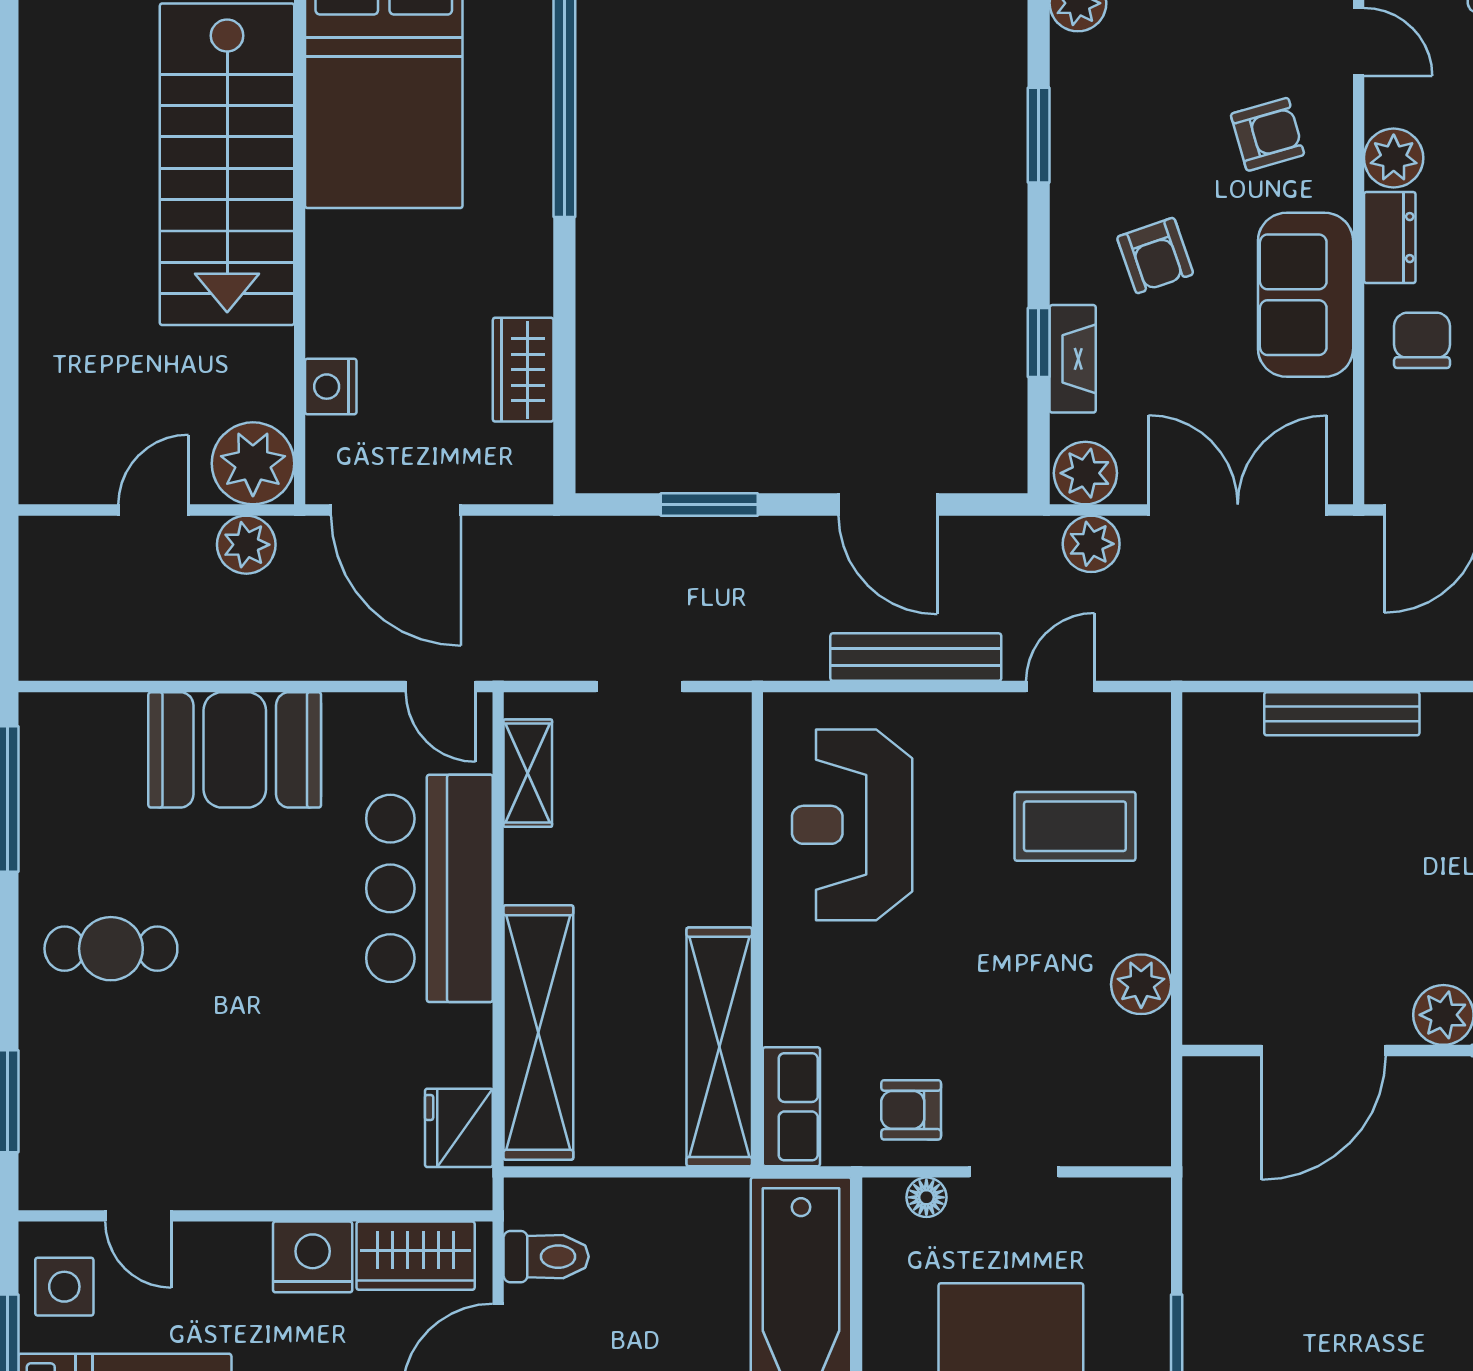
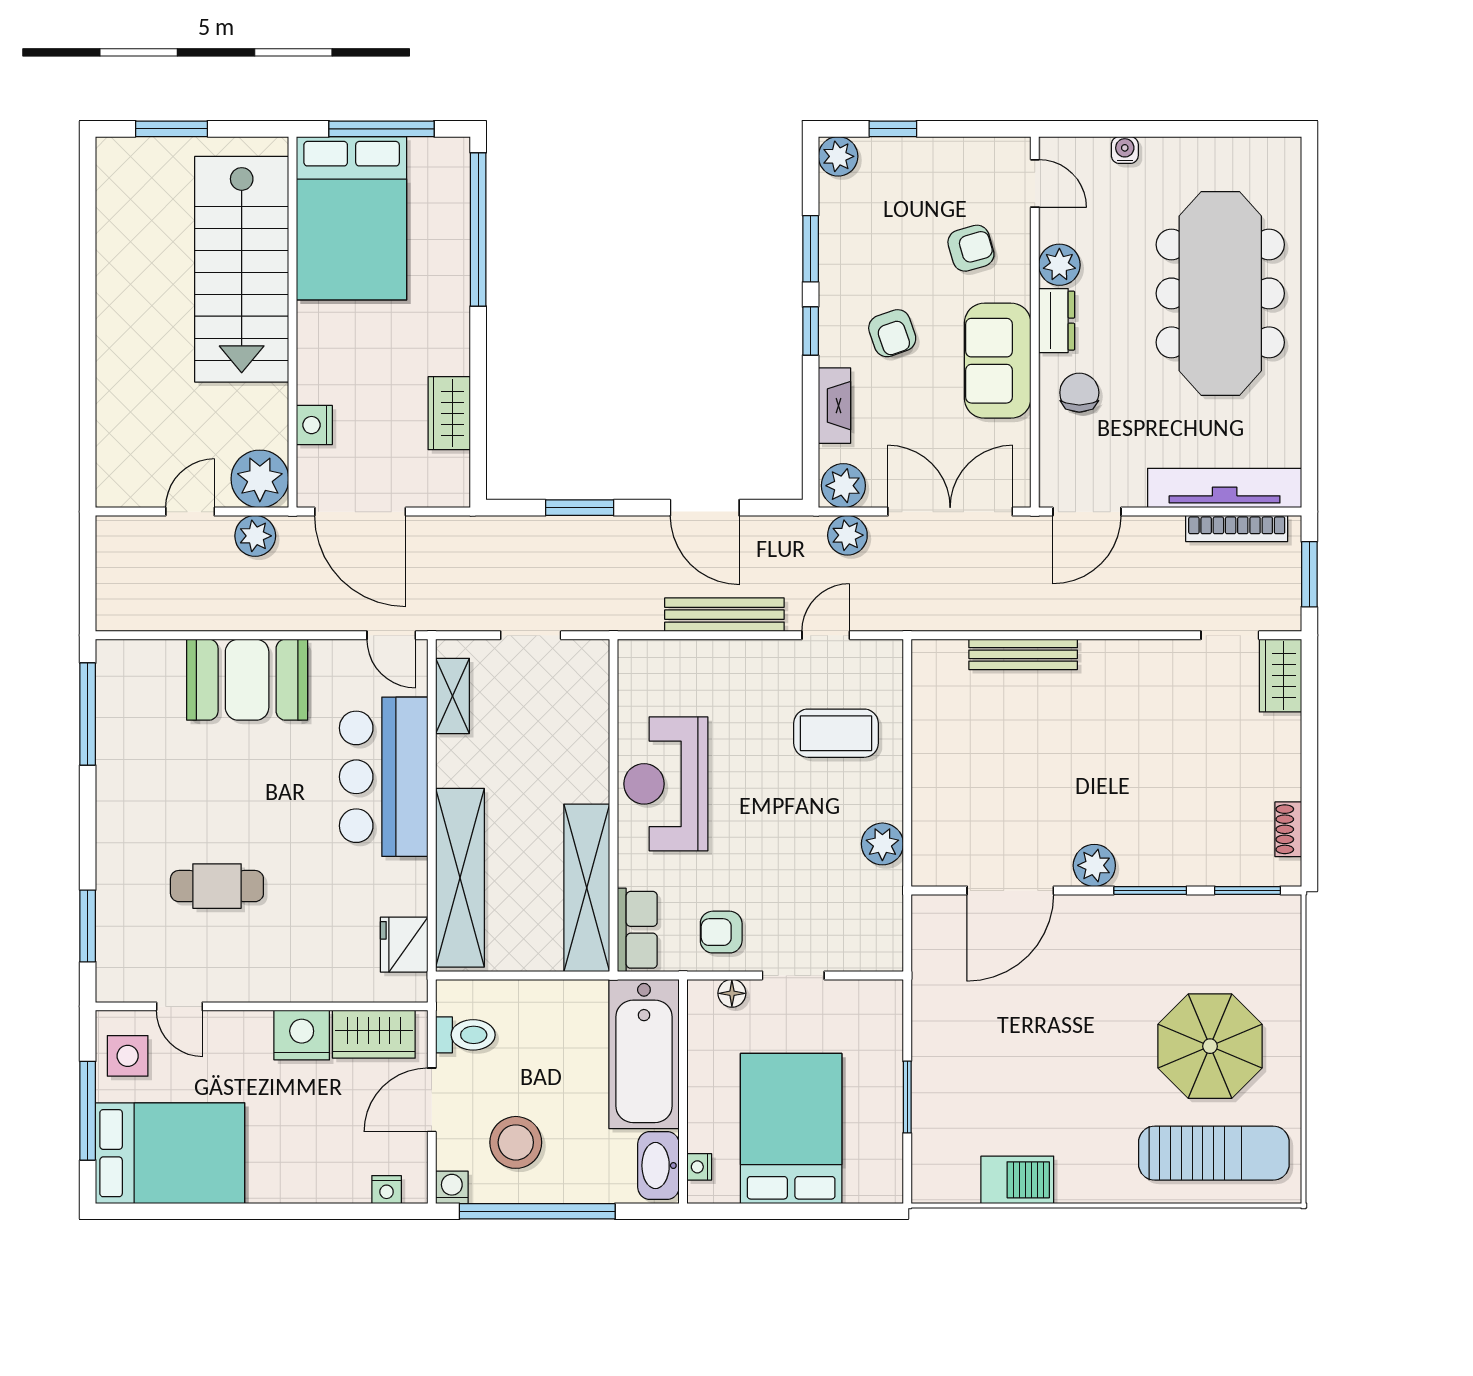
window: (1039, 343) -> (811, 331), moved
reception desk: (852, 825) -> (666, 784), moved
cafe table: (111, 949) -> (217, 886), moved

